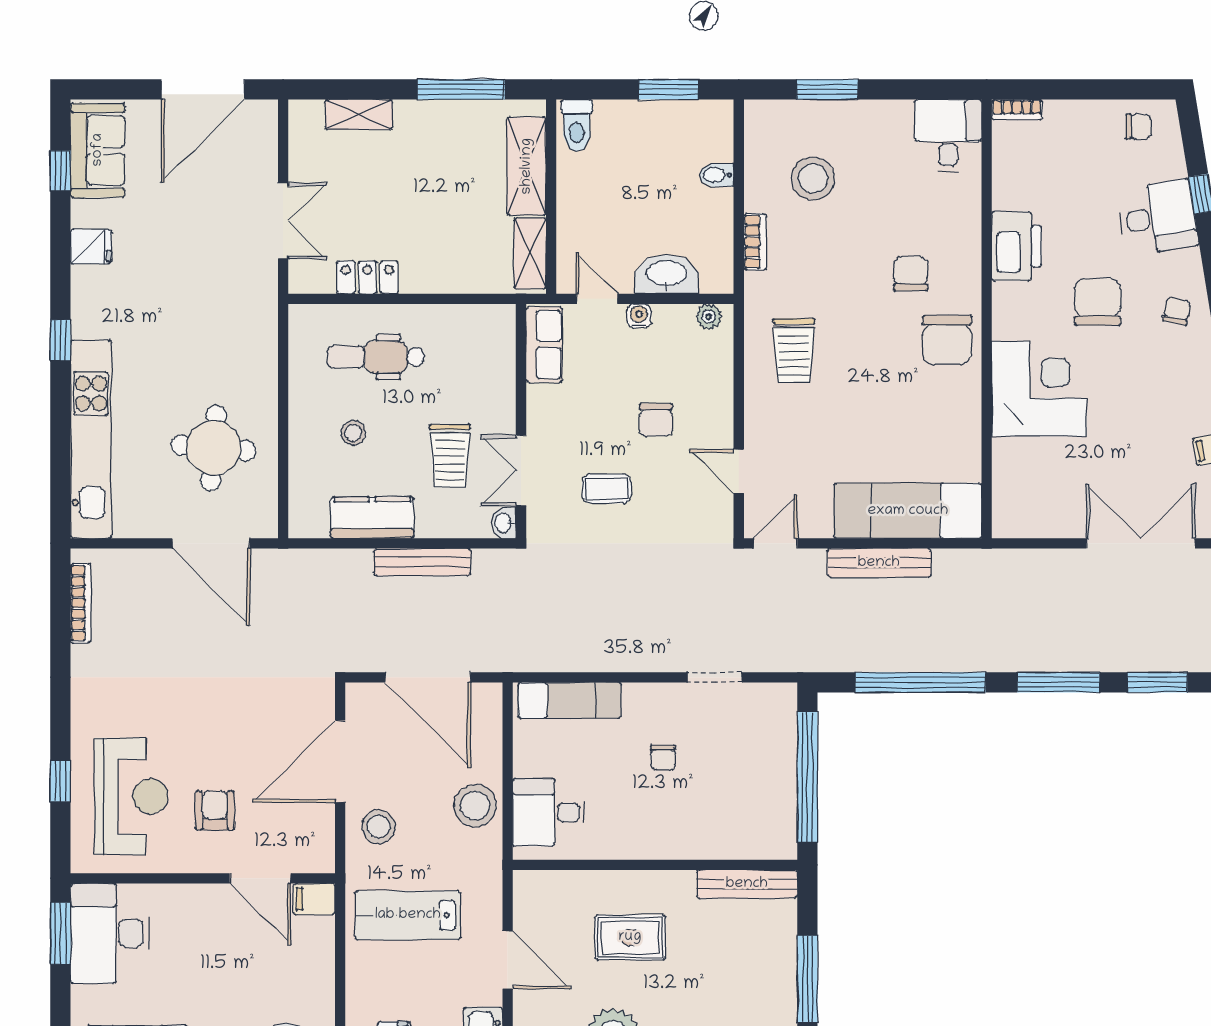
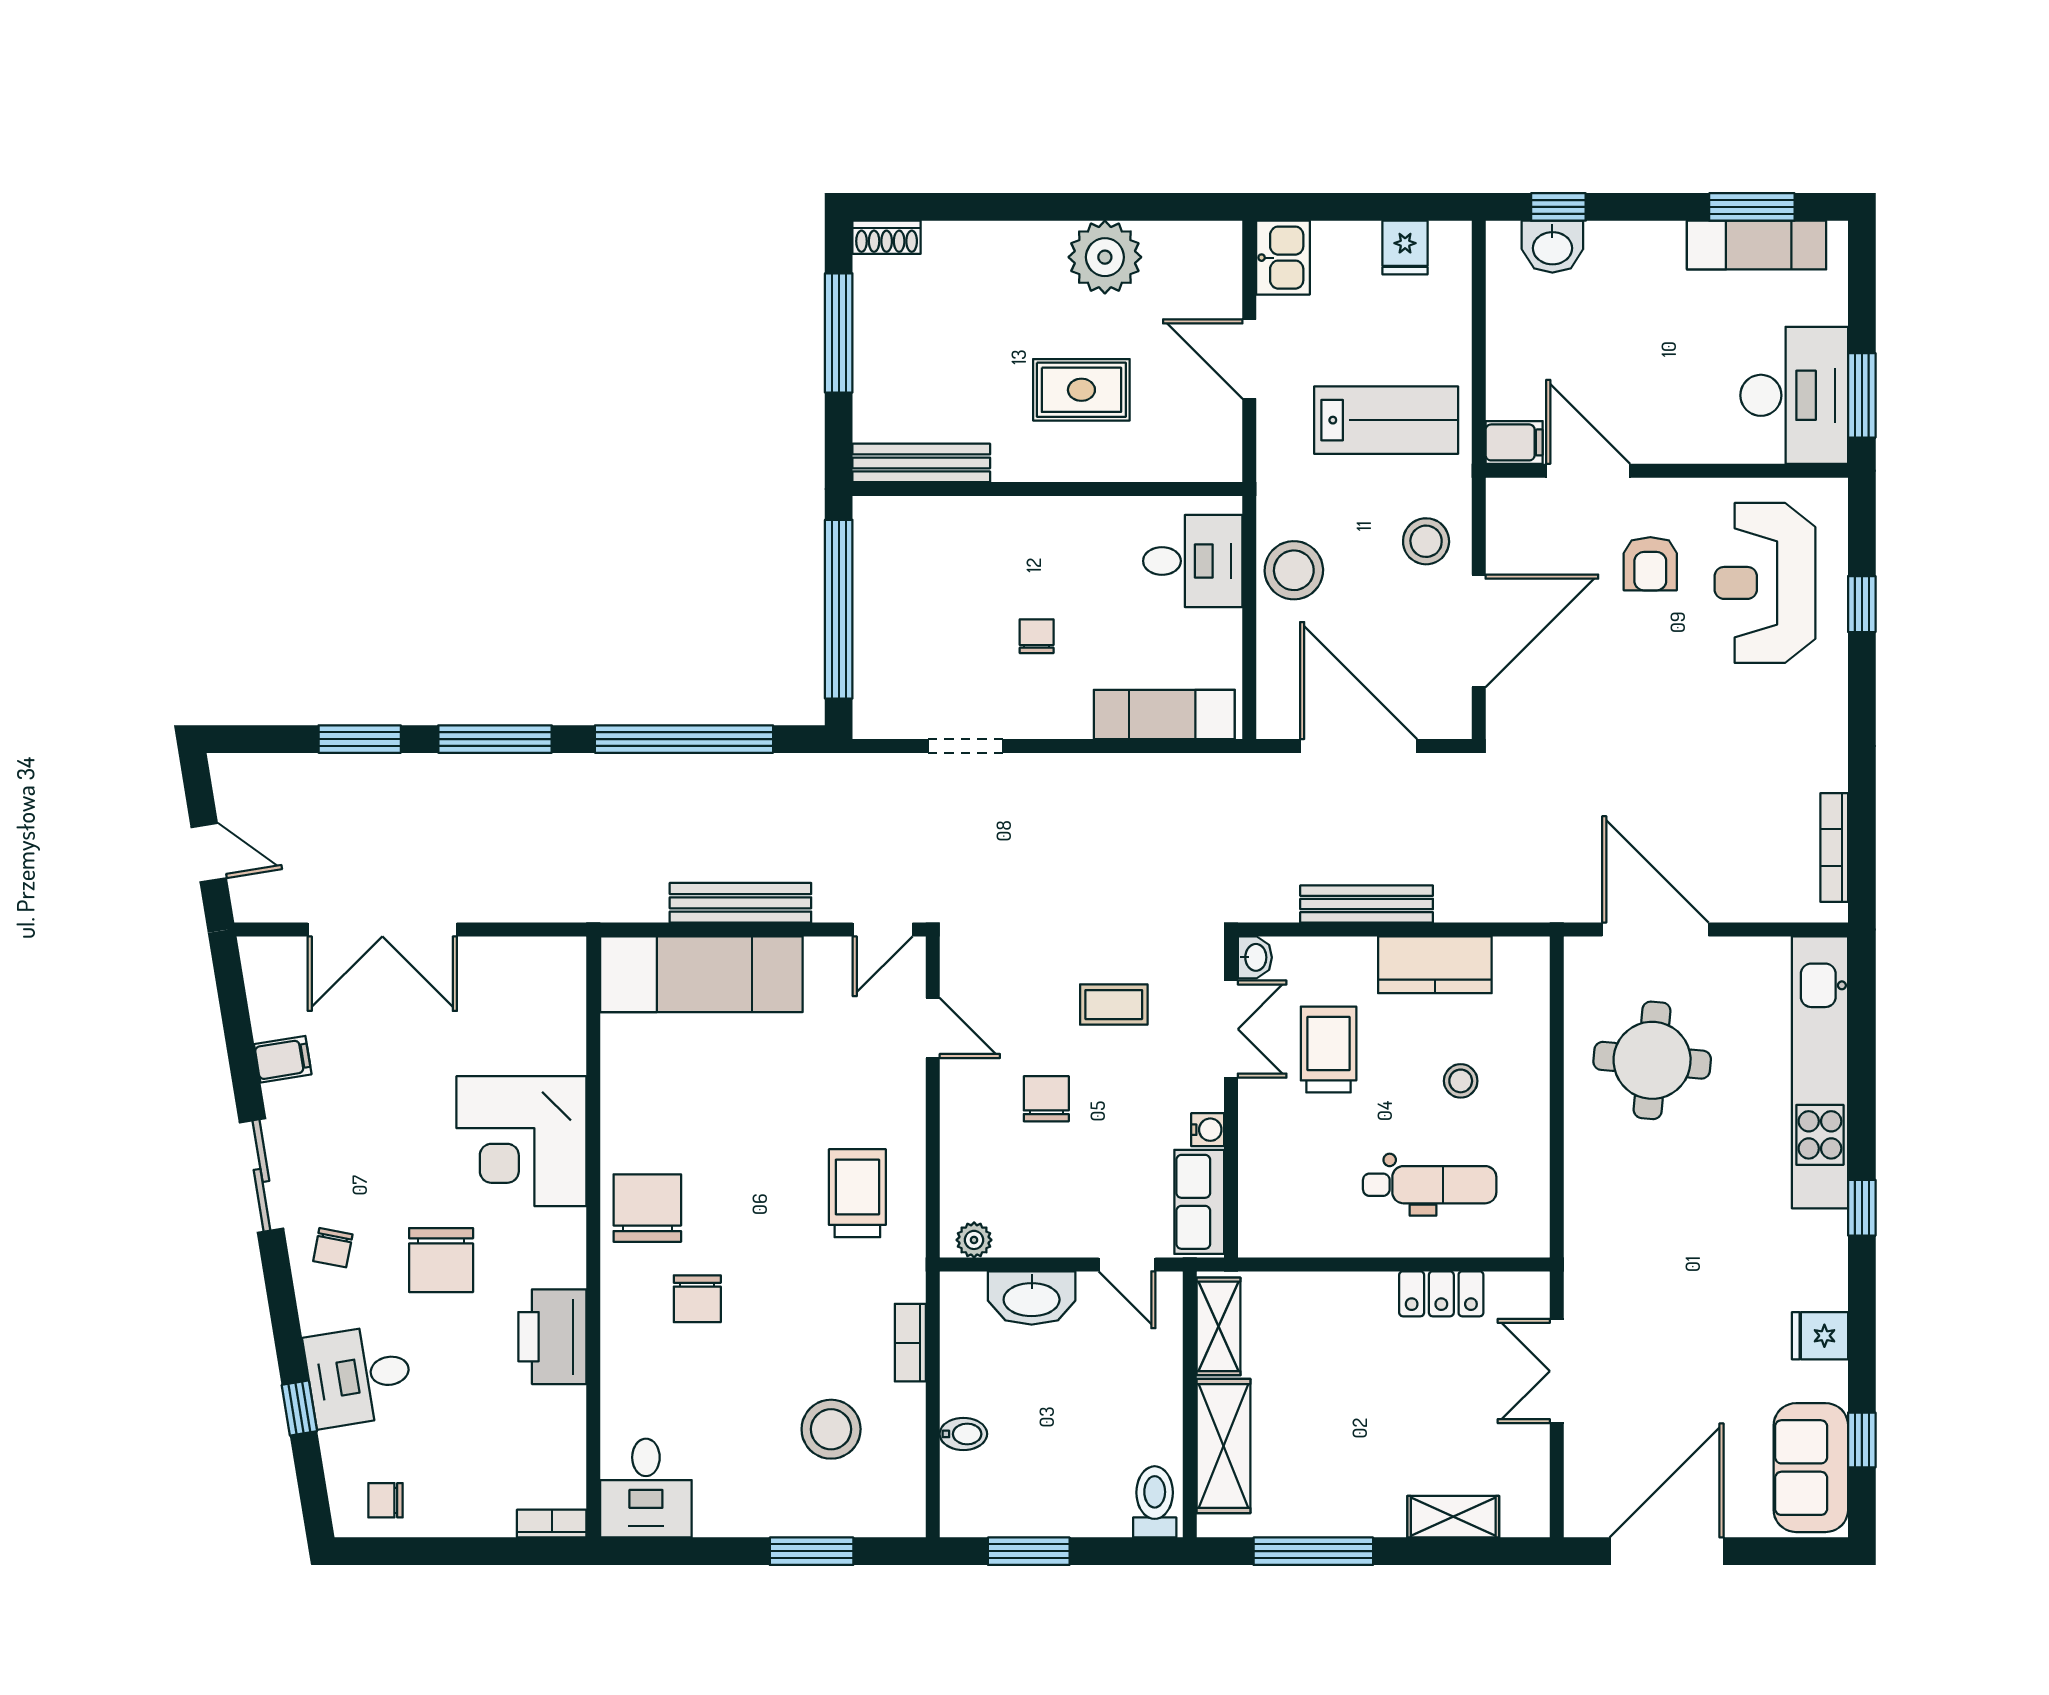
water cooler: (639, 316) -> (1208, 1130), moved, turned -90

